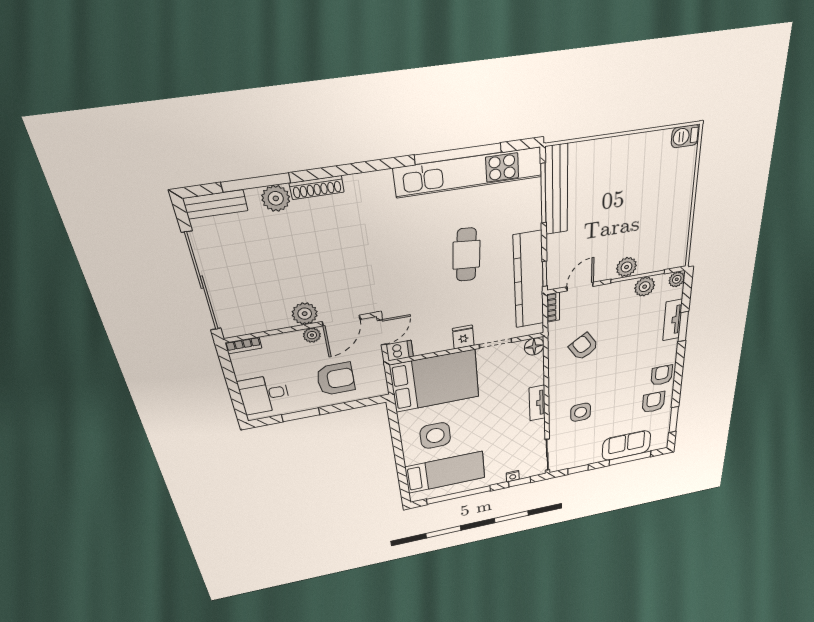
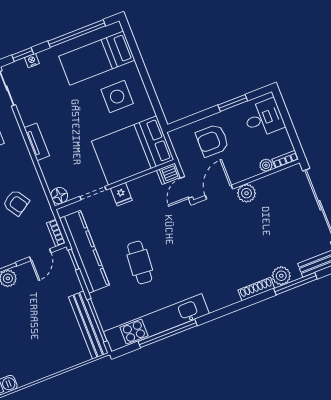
plant: (312, 335) -> (266, 165), moved

